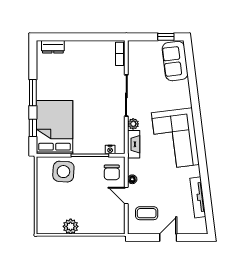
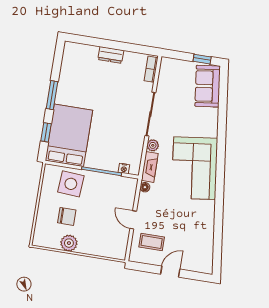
dresser: (53, 47) -> (111, 55), moved
chair: (112, 172) -> (67, 216), moved, turned -90
floor lamp: (132, 179) -> (145, 187), moved
tv unit: (198, 197) -> (208, 234), removed

